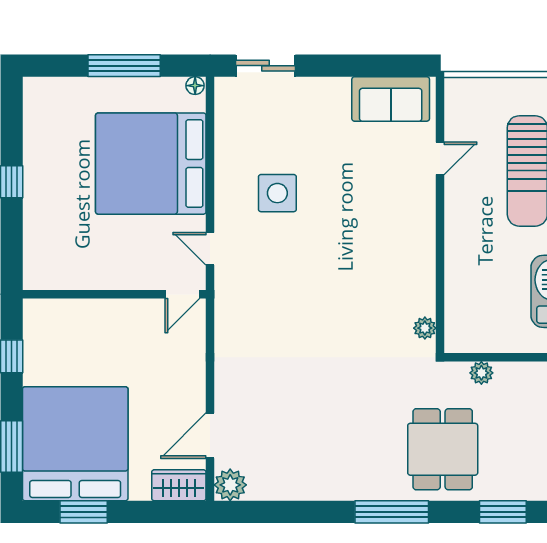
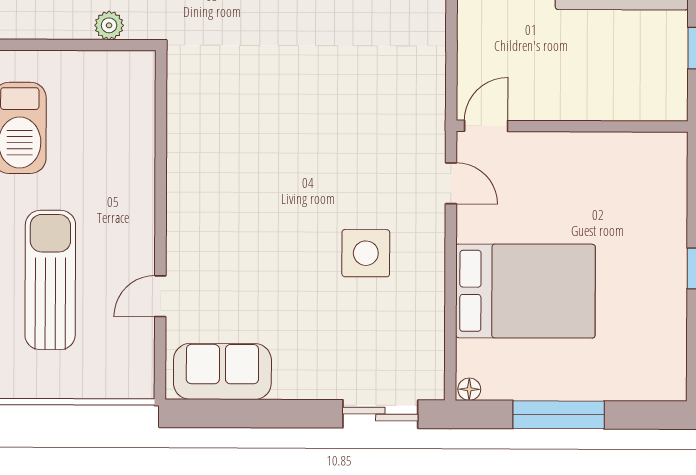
bed: (151, 164) -> (525, 291), width x0.73
plant: (425, 328) -> (180, 82), removed

